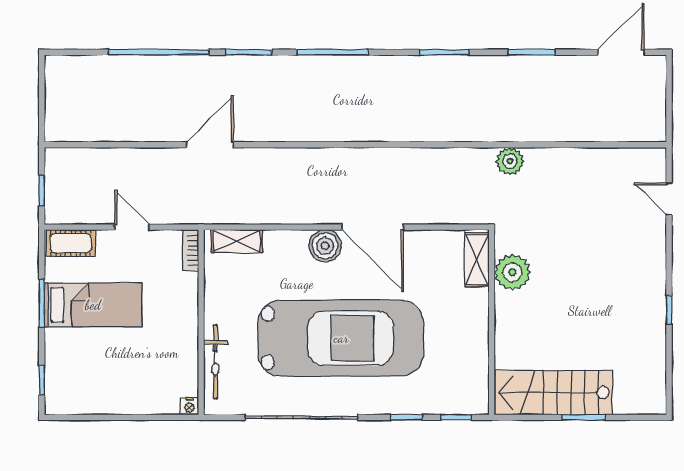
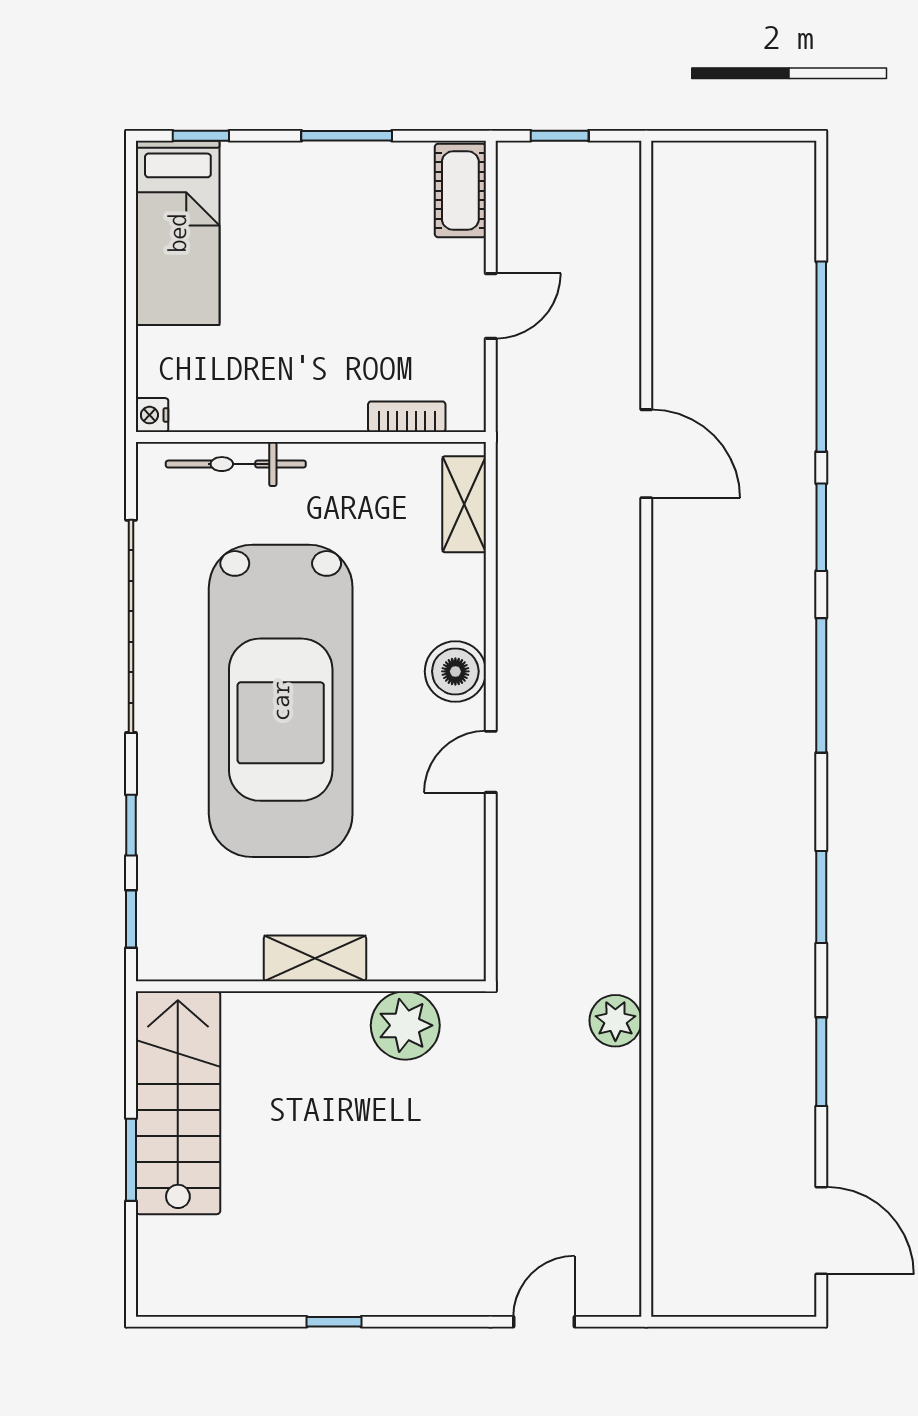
door: (373, 227) -> (491, 762), width x0.53
bookcase: (190, 250) -> (407, 417), moved
shelving: (477, 260) -> (315, 958), moved
bed: (93, 305) -> (178, 233), moved

